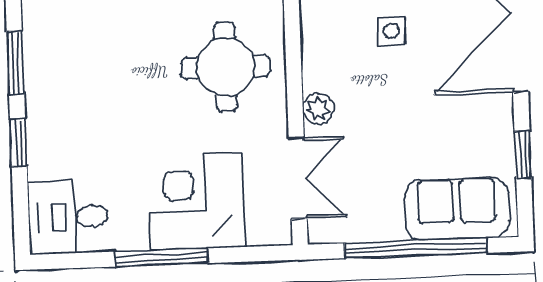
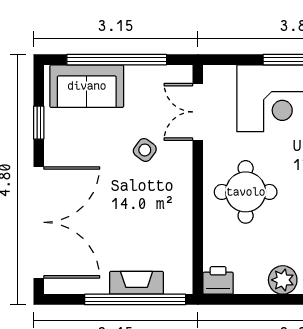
side table: (391, 31) -> (145, 150), moved, turned 36
plant: (318, 109) -> (182, 160), removed

